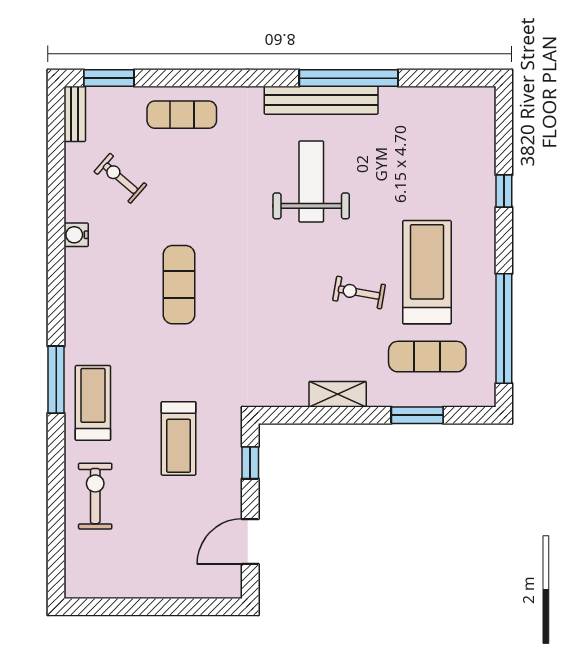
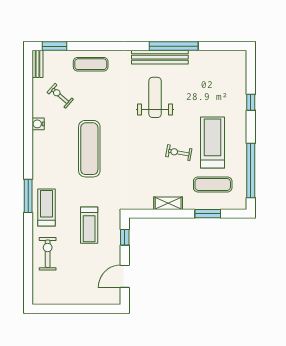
exercise mat: (179, 285) -> (89, 149), width x1.36, depth x1.45

